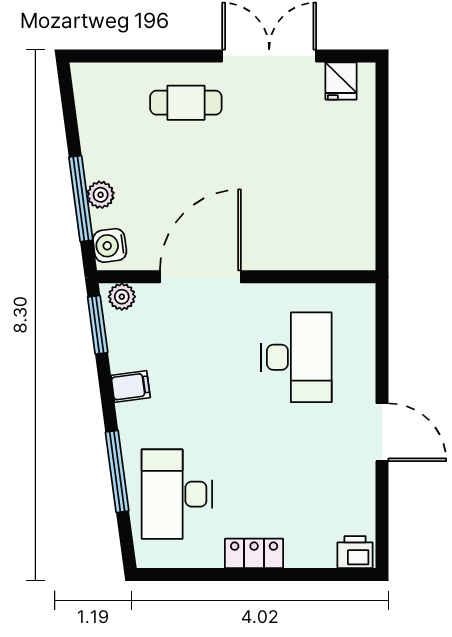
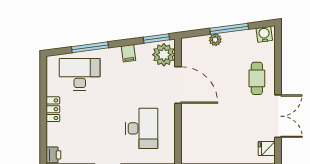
window: (81, 199) -> (229, 29), moved
water cooler: (110, 245) -> (264, 34), moved
plant: (122, 297) -> (164, 55), width x1.88, depth x1.88
desk: (296, 357) -> (142, 128), turned -90

